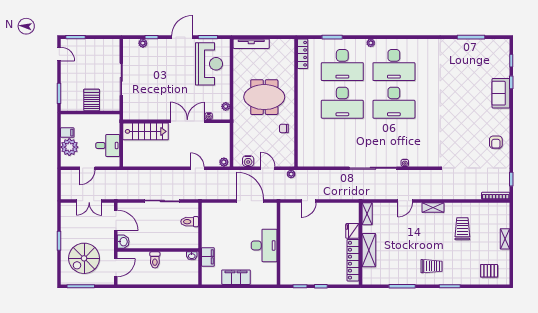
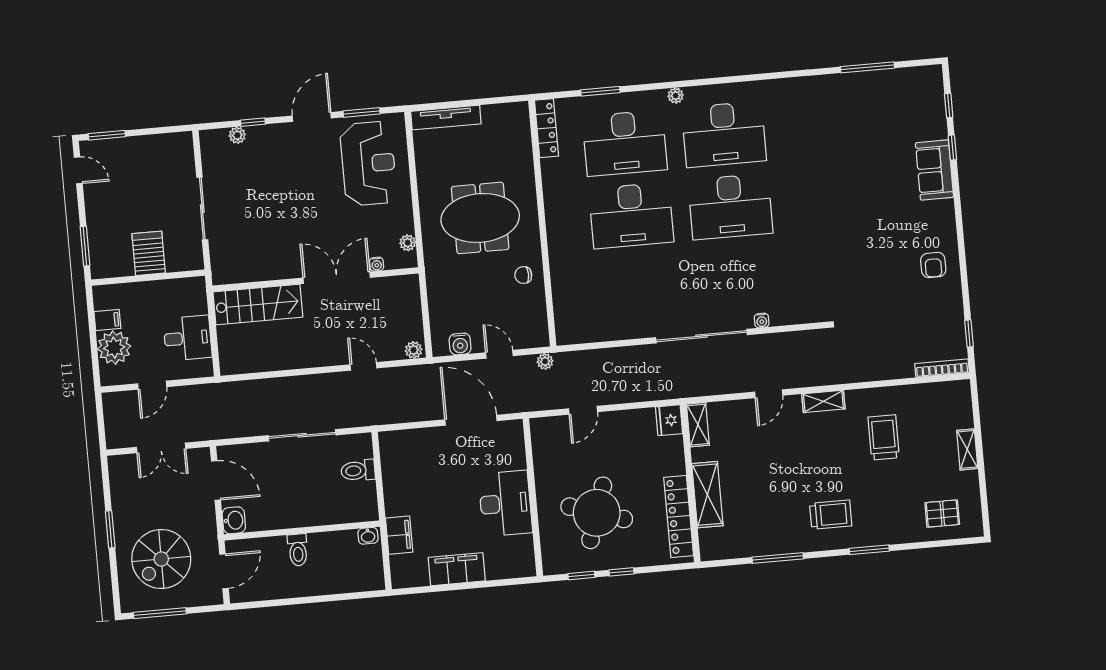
fridge: (352, 231) -> (669, 420), moved
round table: (311, 255) -> (597, 513), added

